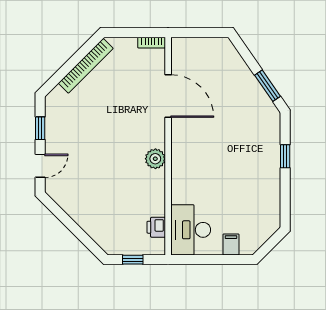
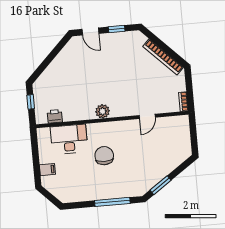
door: (168, 96) -> (147, 116), width x0.53
window: (285, 156) -> (112, 202), width x2.17
chair: (218, 162) -> (104, 156), added
desk: (191, 230) -> (69, 139), moved

